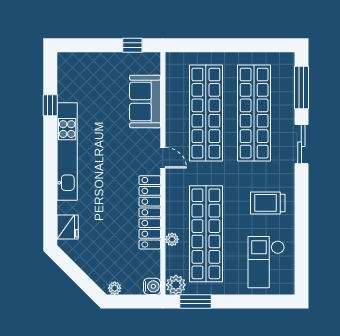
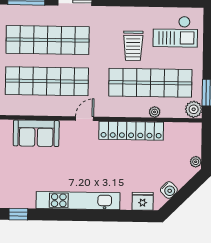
window: (50, 105) -> (18, 214), moved
trolley: (268, 203) -> (133, 46), moved
water cooler: (152, 286) -> (169, 190), moved, turned 135

